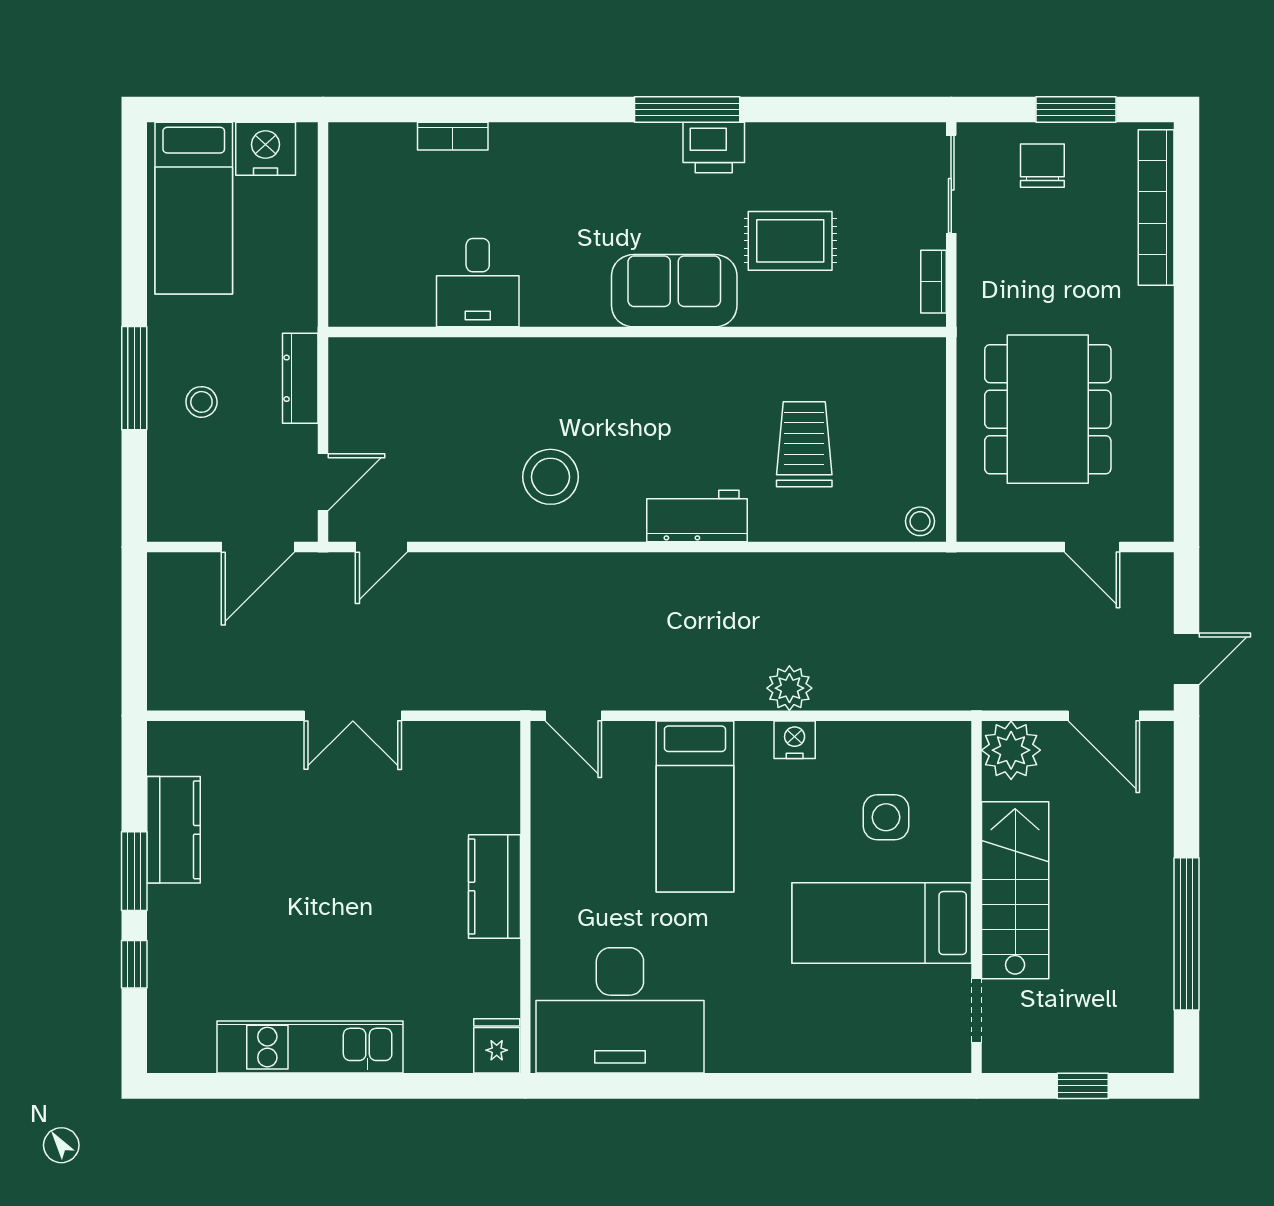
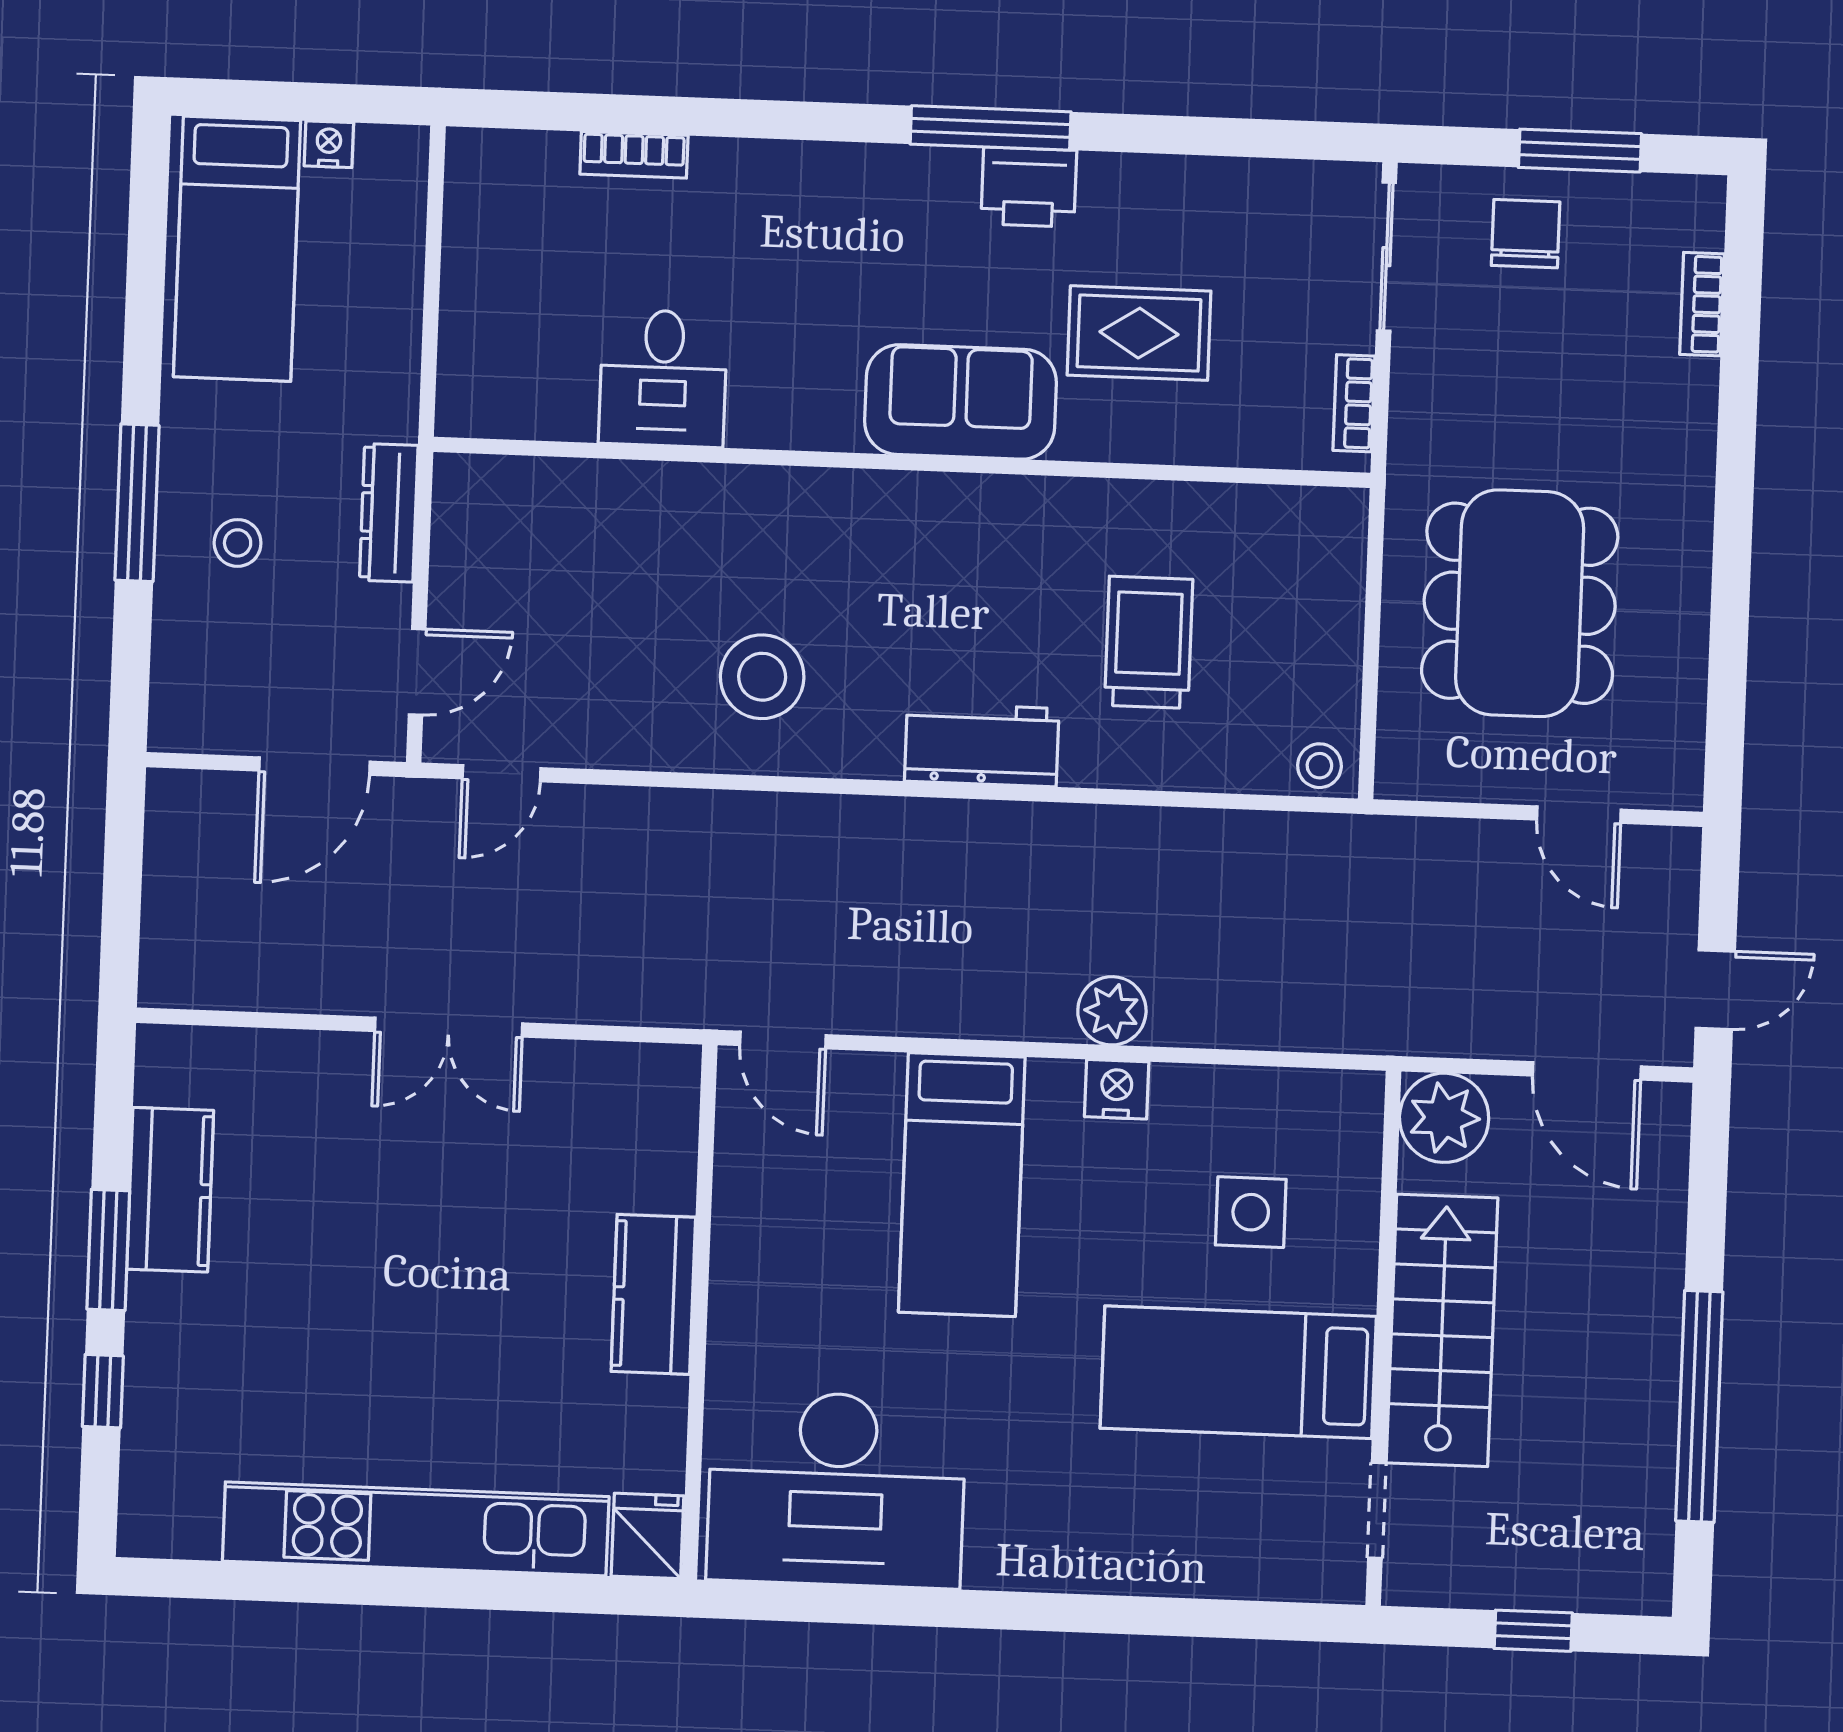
nightstand: (266, 149) -> (329, 144), width x0.53, depth x0.56
bookcase: (1156, 208) -> (1702, 304), width x0.43, depth x0.76
kitchen unit: (310, 1047) -> (416, 1529), width x1.36

